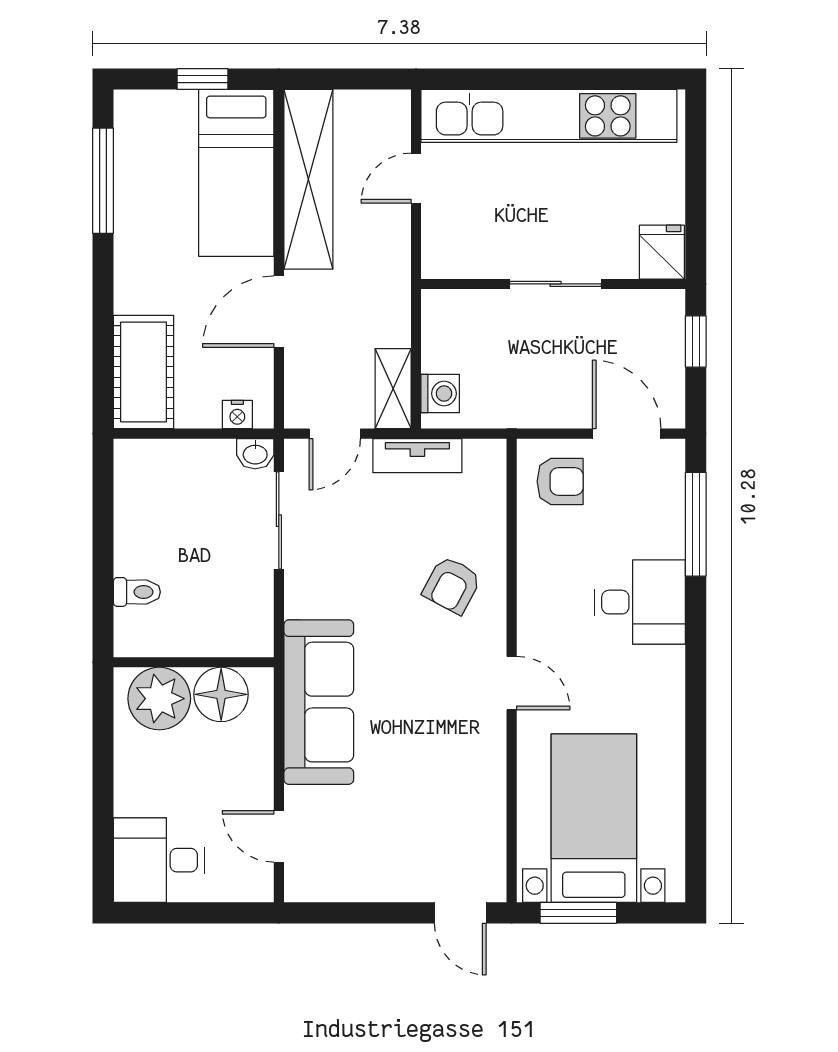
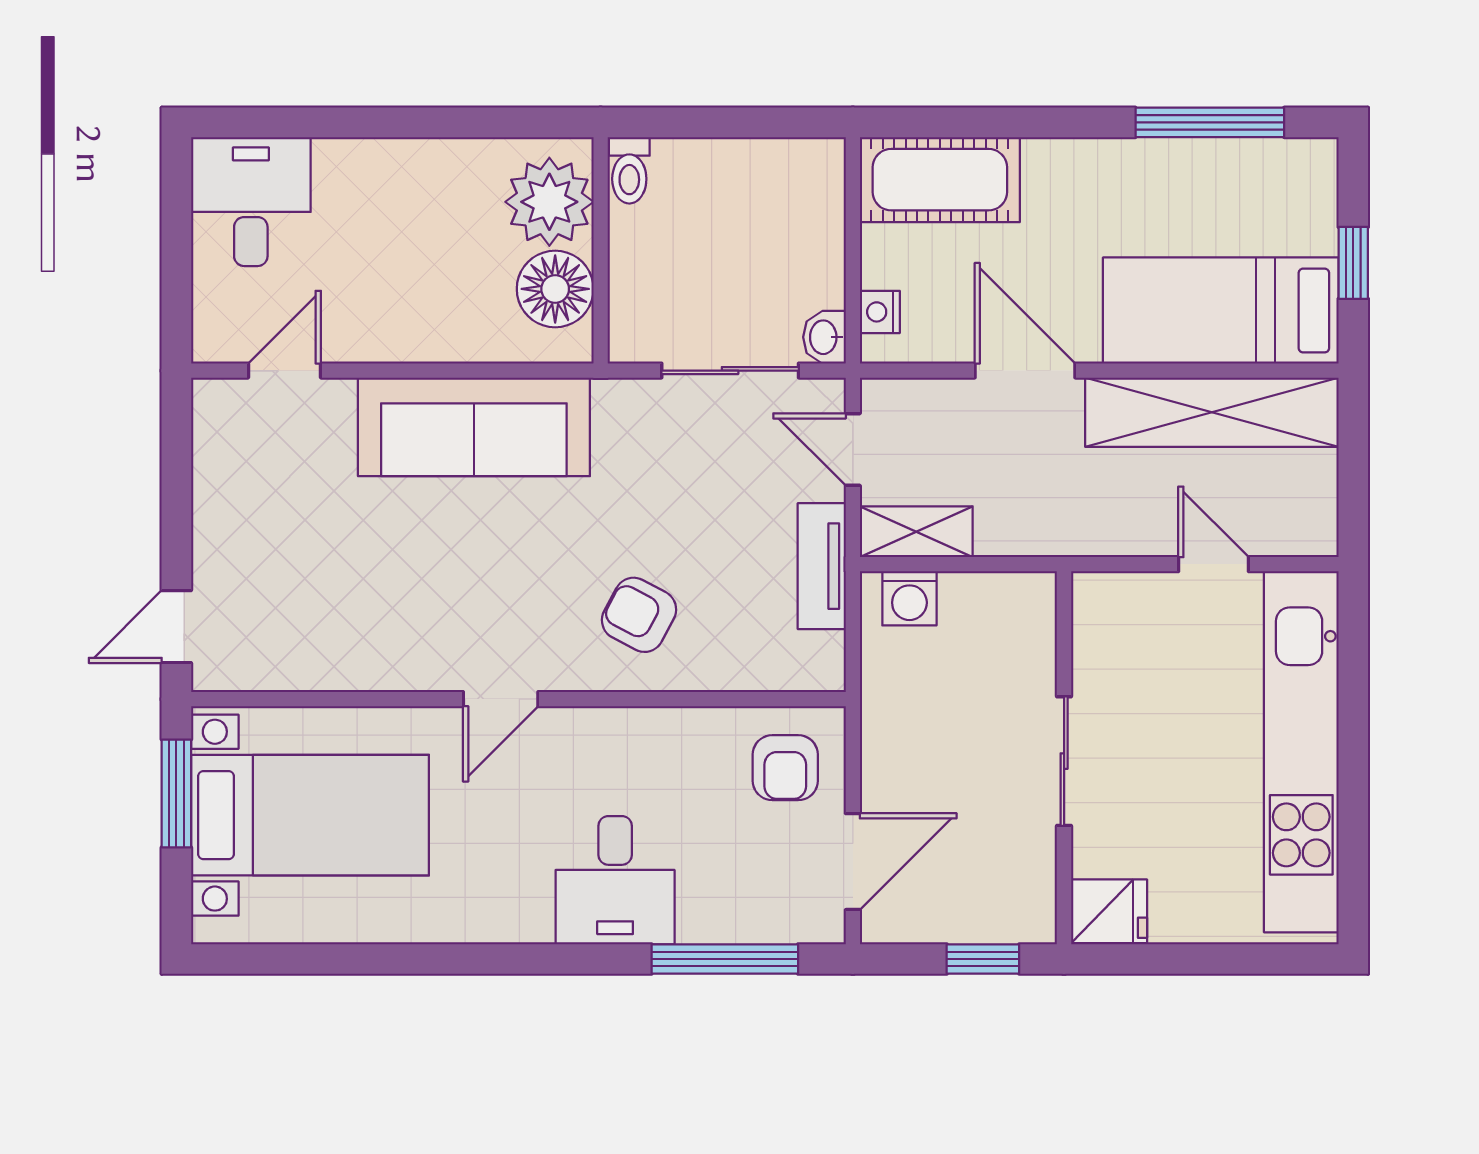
wall: (194, 662) -> (601, 250), moved
floor lamp: (221, 694) -> (555, 289), moved
plant: (159, 699) -> (549, 202), moved

